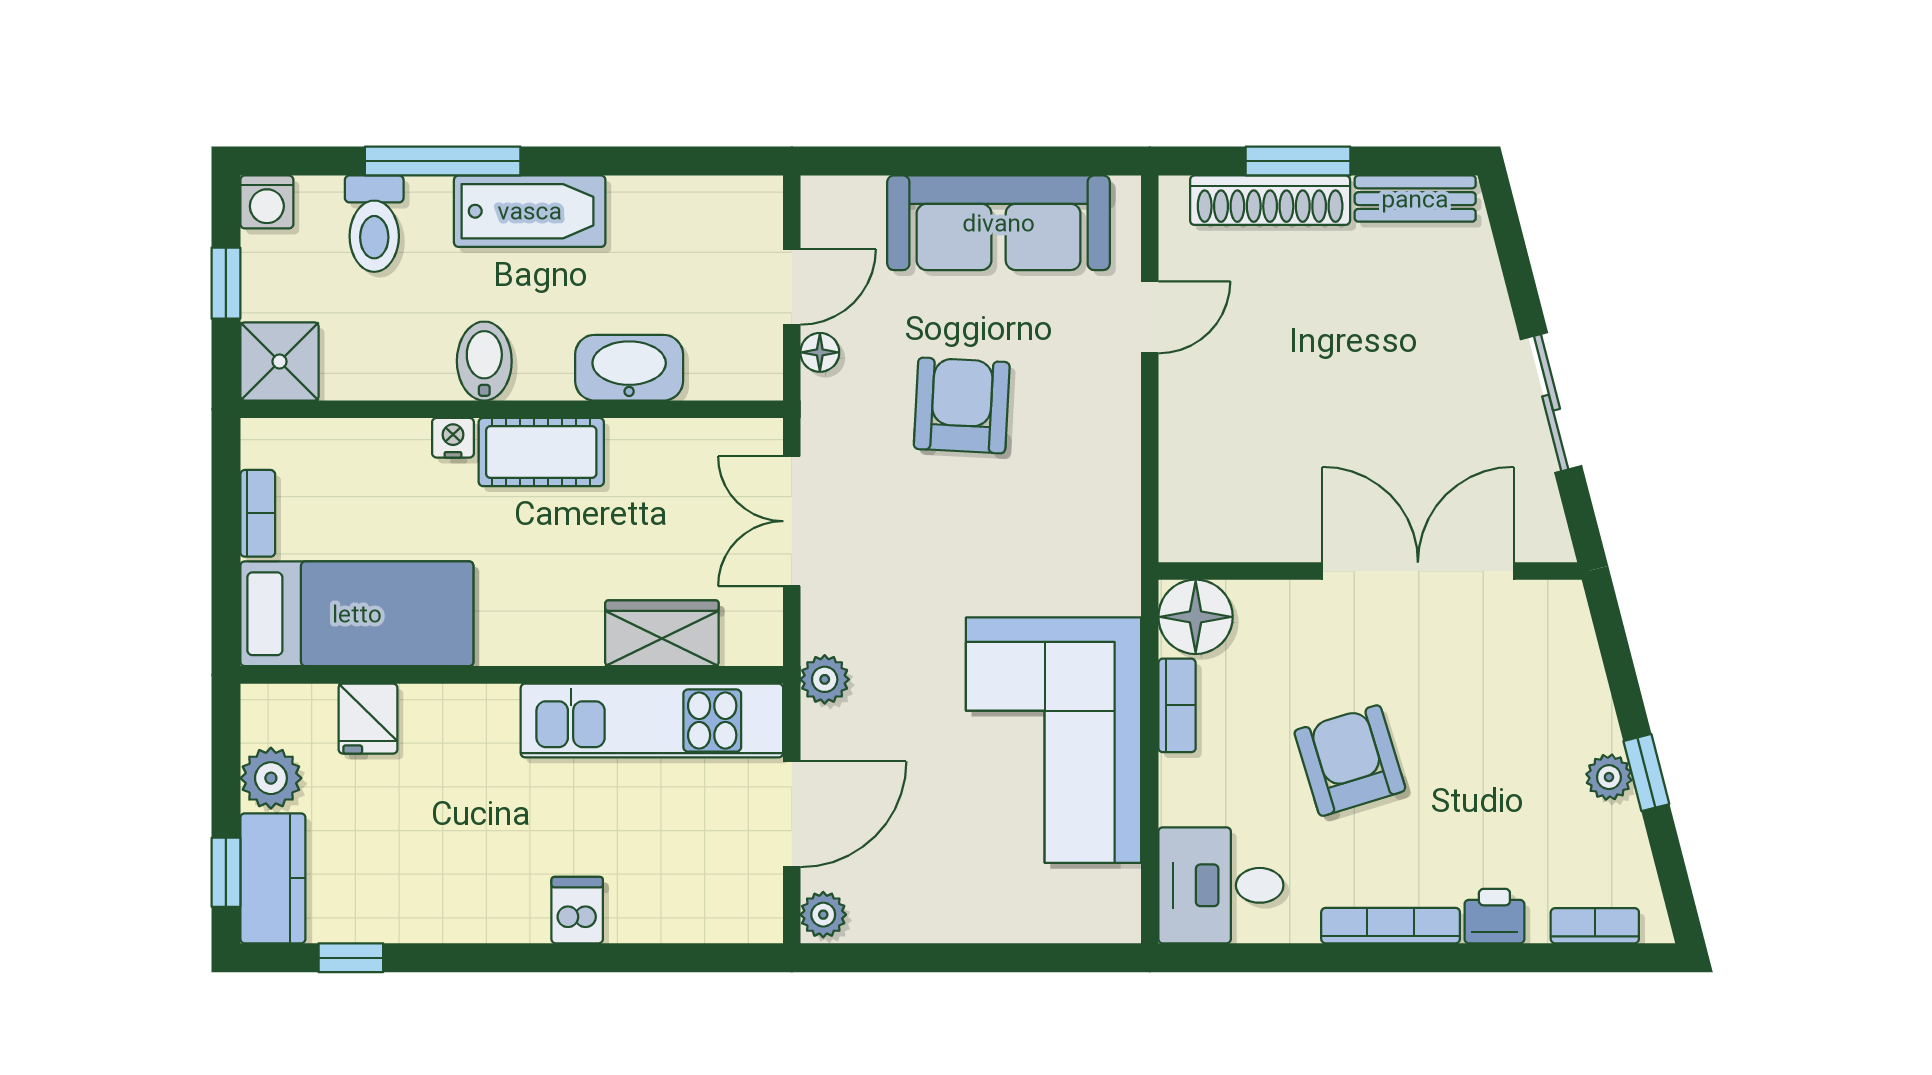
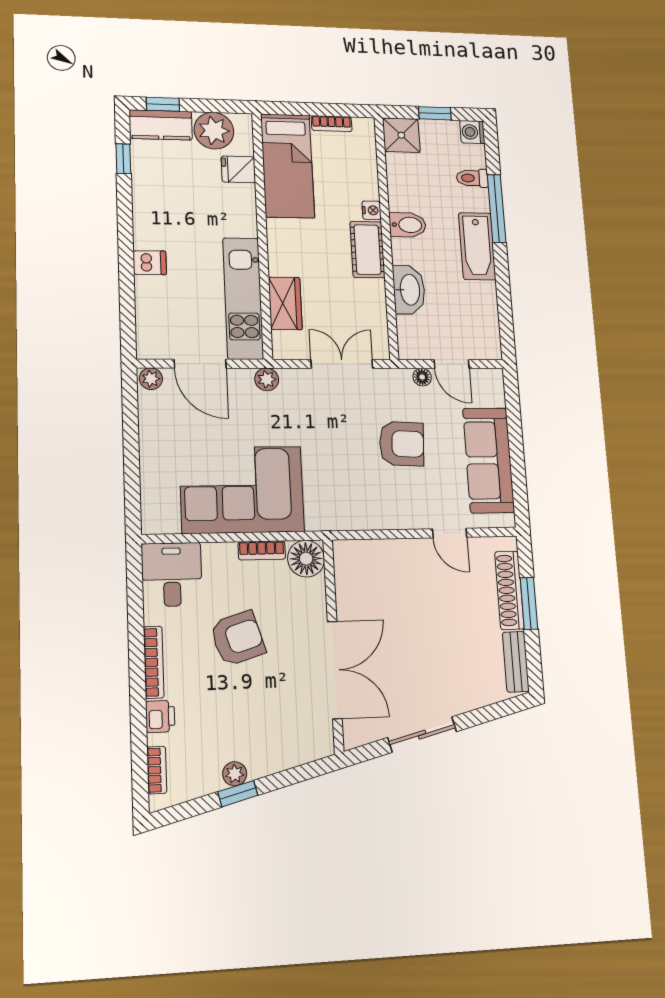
toilet: (374, 224) -> (472, 178), width x0.73, depth x0.72
plant: (271, 778) -> (214, 131), width x1.36, depth x1.36

